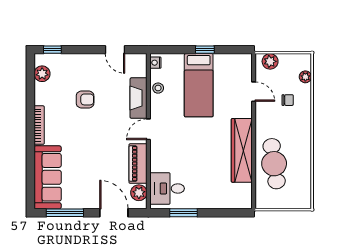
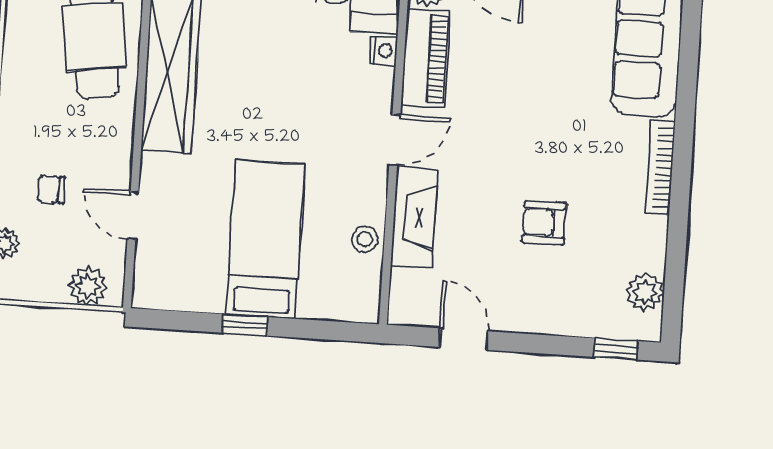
nightstand: (155, 63) -> (383, 51), moved

